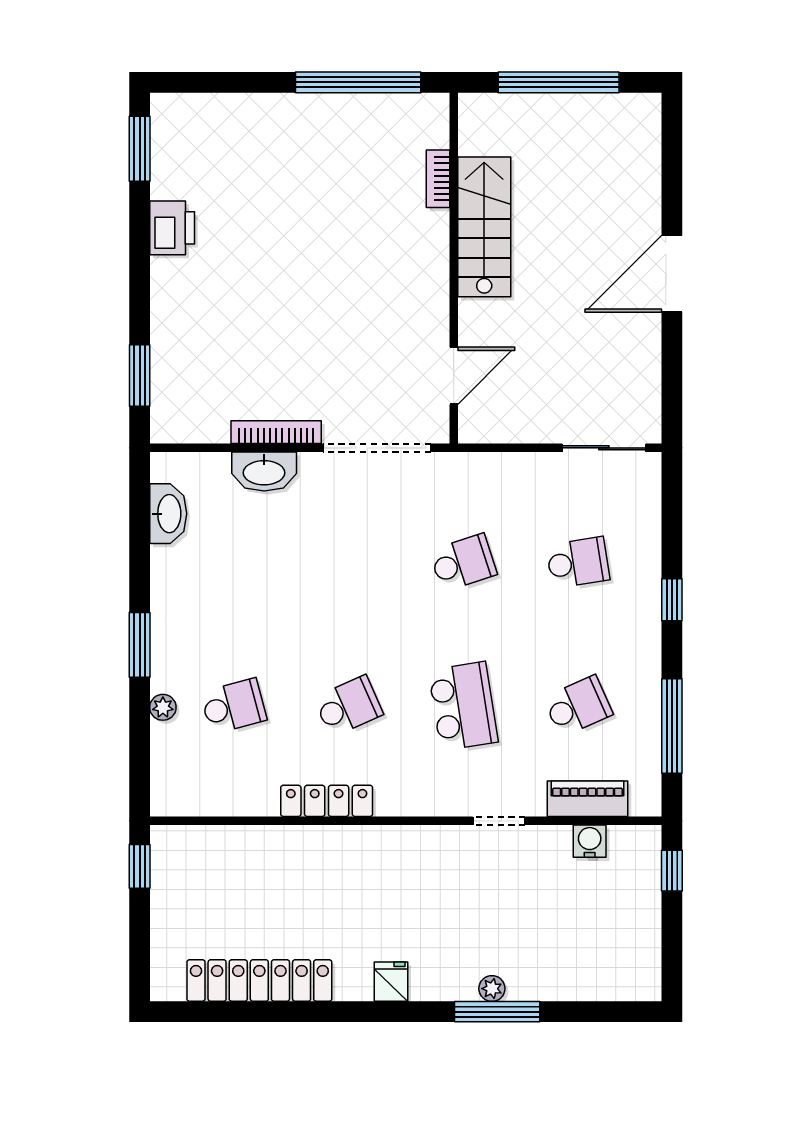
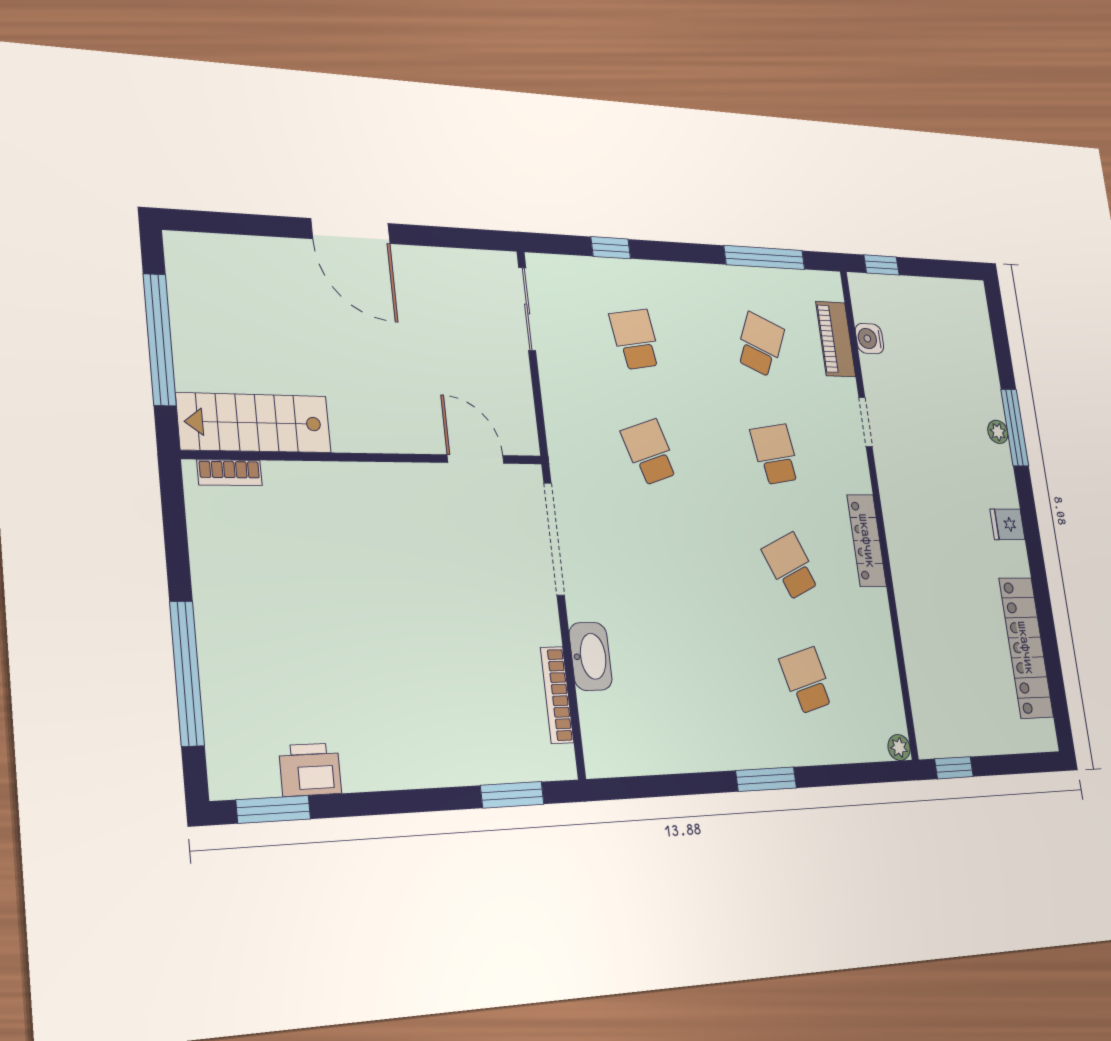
window: (358, 82) -> (187, 673), moved
bookcase: (438, 179) -> (230, 473), moved
stairs: (484, 227) -> (254, 423), moved
printer: (172, 228) -> (310, 770), moved
bookcase: (276, 432) -> (557, 695), moved
washbasin: (168, 514) -> (642, 756), removed
window: (672, 600) -> (611, 248), moved
school desk: (463, 706) -> (775, 454), width x0.54
school desk: (578, 706) -> (760, 345), turned 48
plant: (163, 707) -> (899, 748), moved
locker: (327, 801) -> (867, 541), moved

